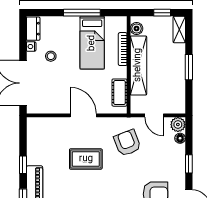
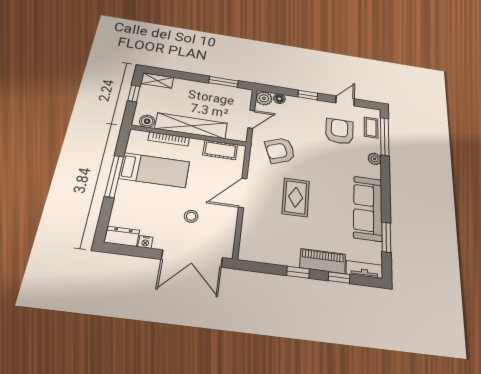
stool: (51, 56) -> (191, 216), moved
window: (189, 67) -> (223, 82), moved

